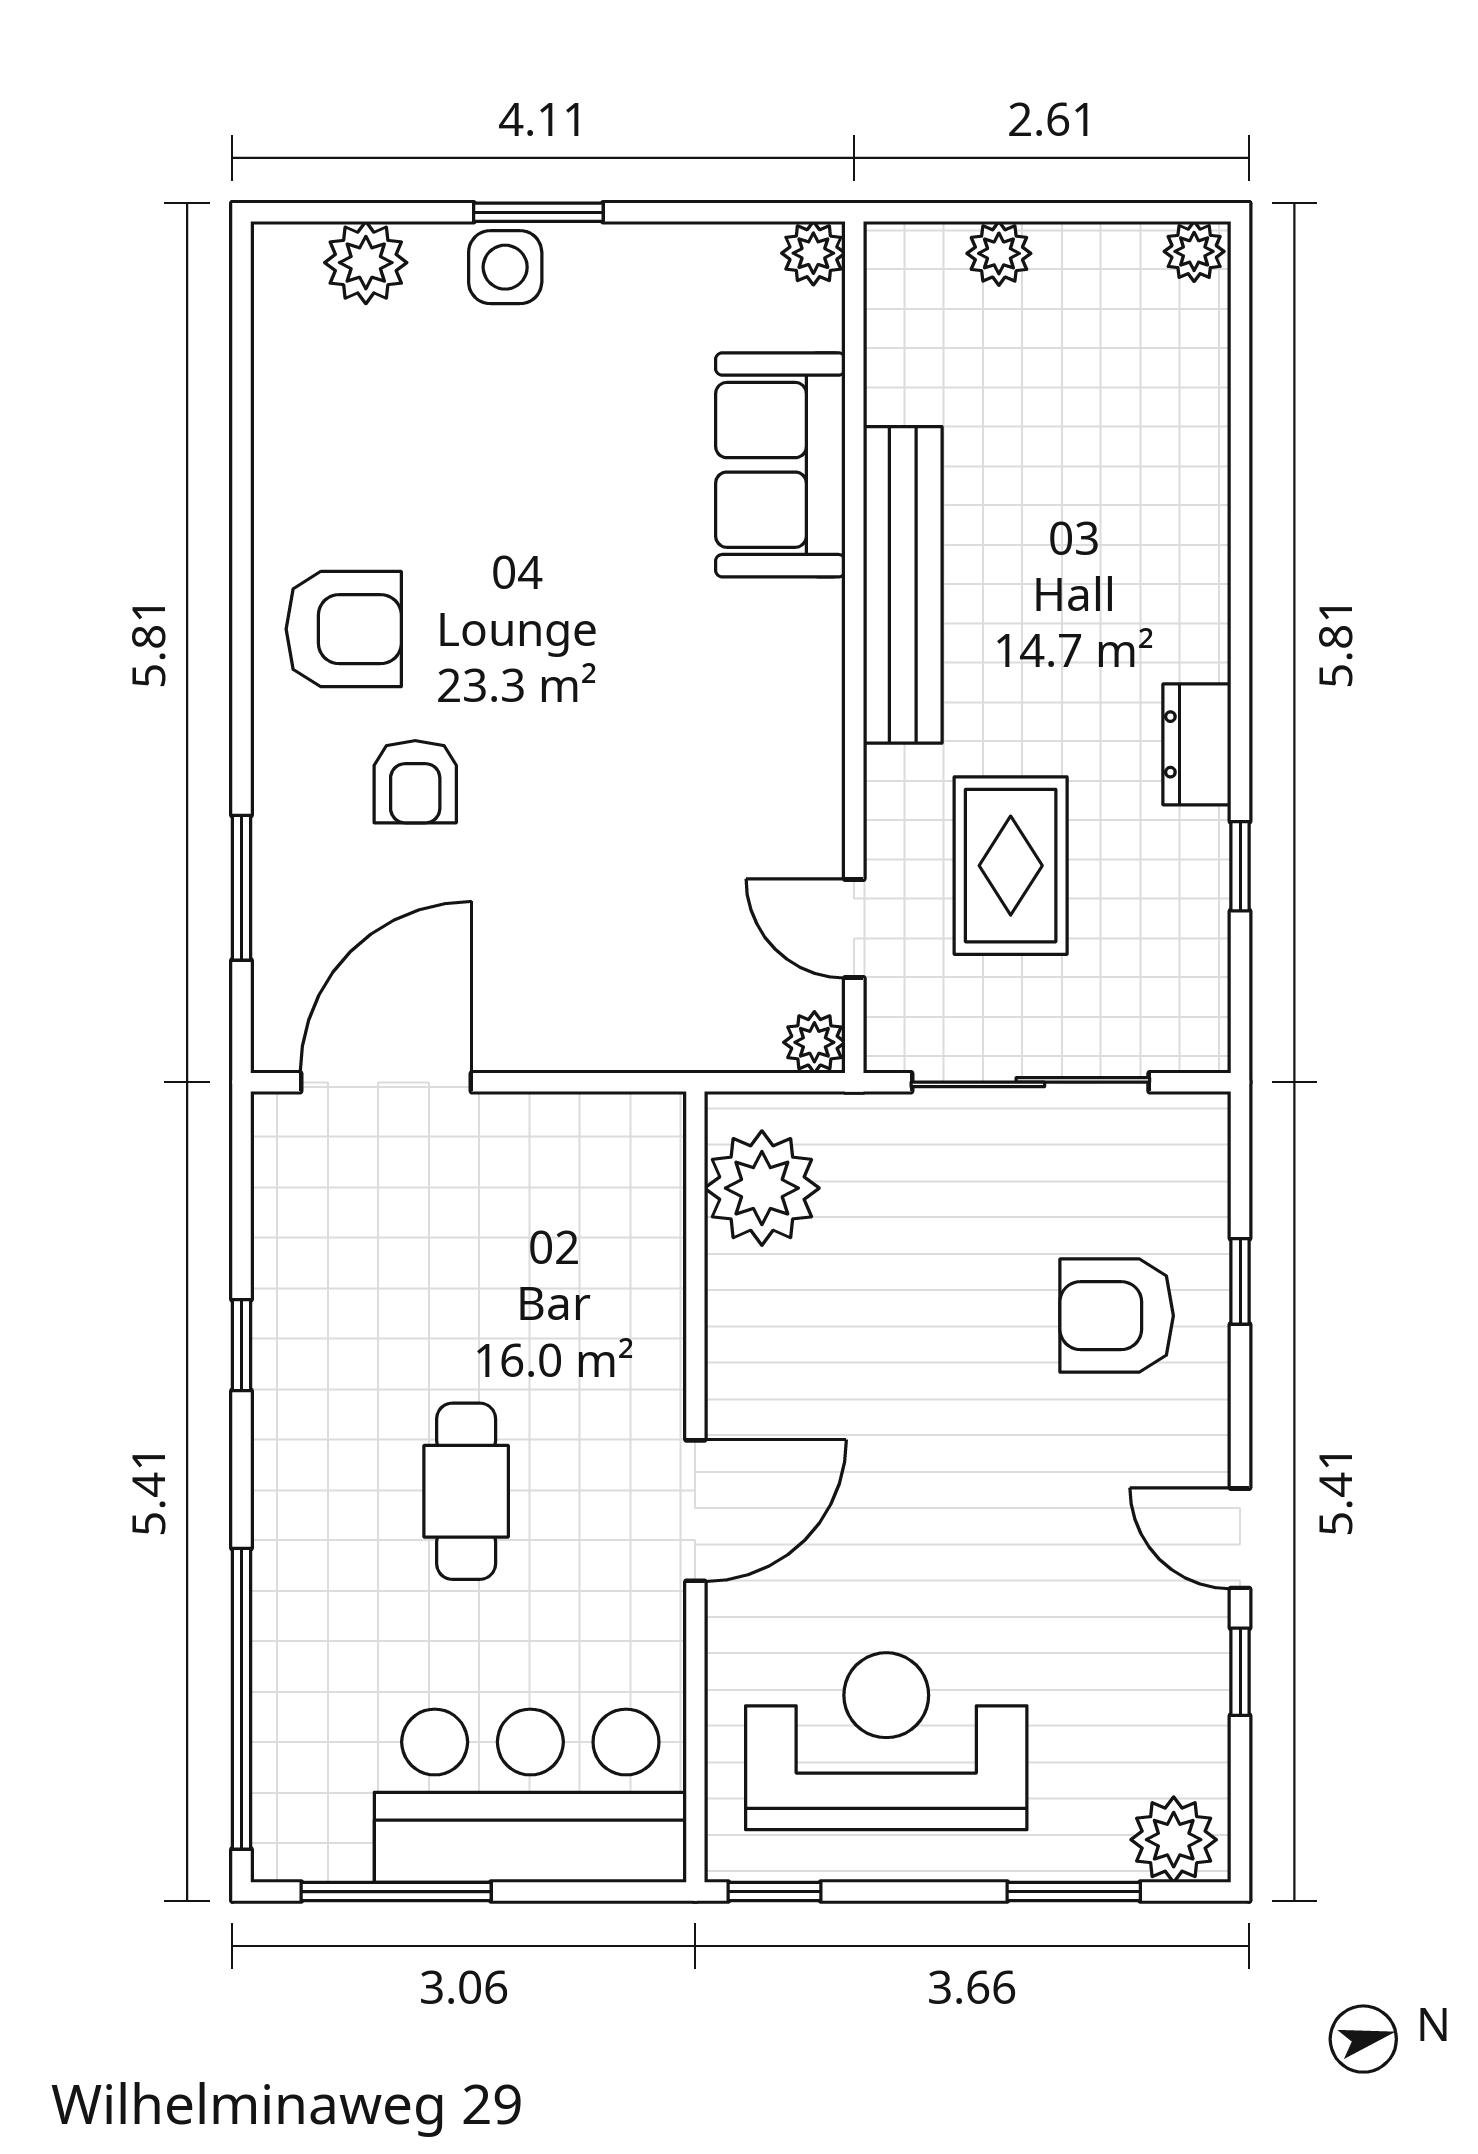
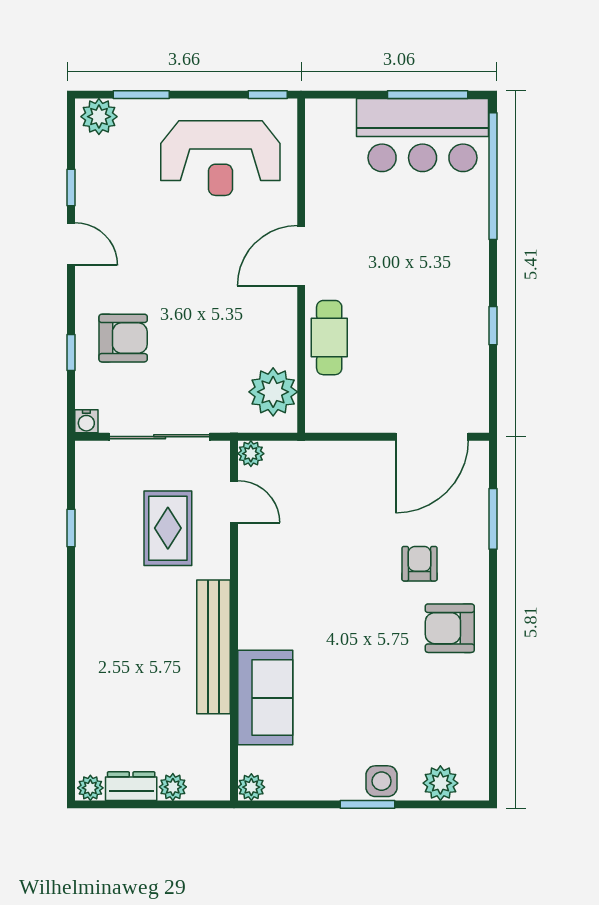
dresser: (1197, 744) -> (131, 786), moved, turned -90
water cooler: (1204, 1119) -> (86, 421), added
cafe table: (466, 1491) -> (329, 338), moved
bar counter: (530, 1796) -> (423, 135), moved

